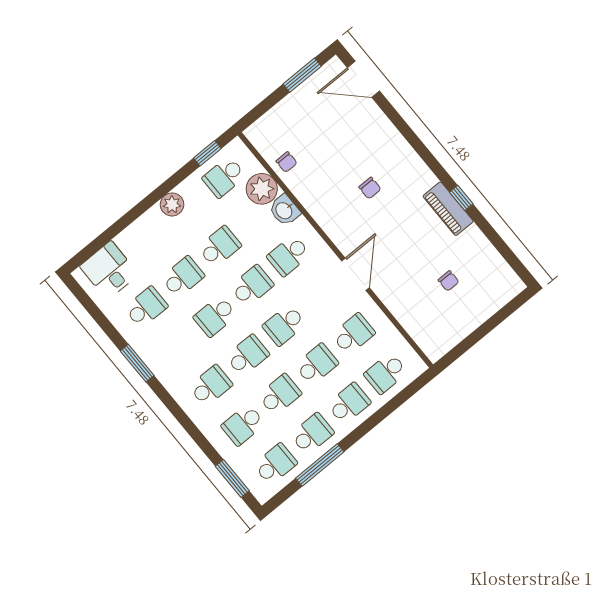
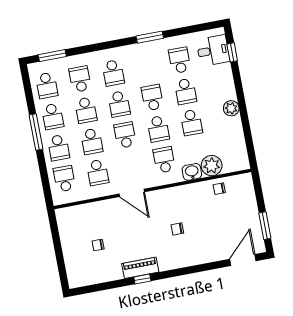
window: (207, 153) -> (232, 52), moved
school desk: (224, 177) -> (231, 147), removed
school desk: (146, 307) -> (180, 60), turned 180
window: (320, 465) -> (36, 132), moved

